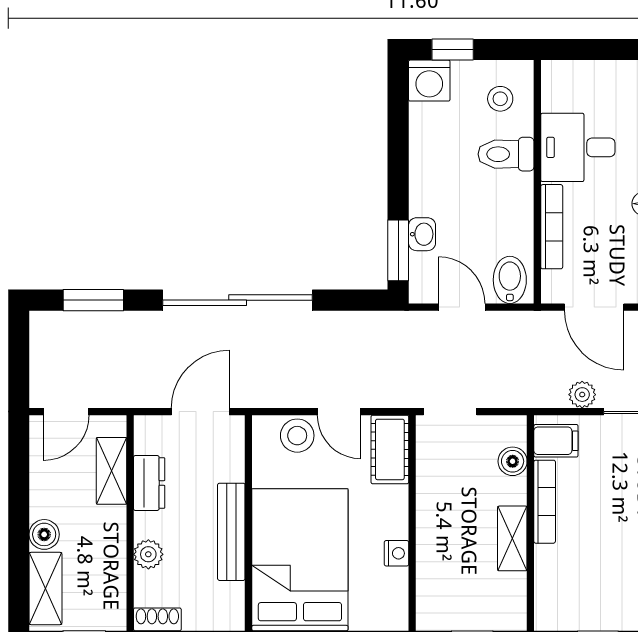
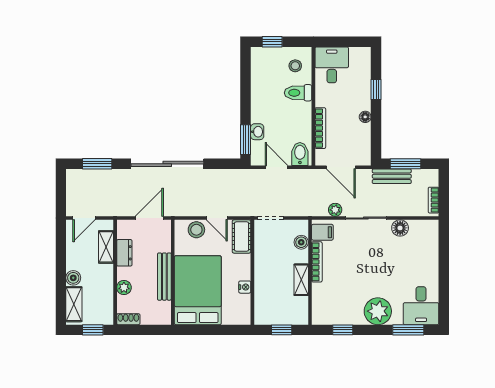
washing machine: (429, 81) -> (261, 57), removed
desk: (578, 147) -> (332, 65), moved, turned 90

